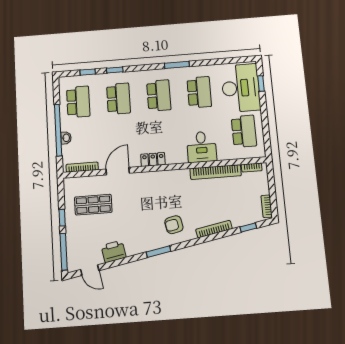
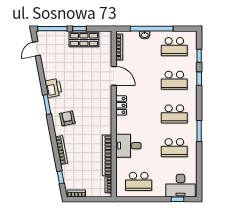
desk: (241, 88) -> (180, 186), width x0.73, depth x0.77
shop shelf: (93, 205) -> (84, 40), moved, turned 90
printer: (114, 251) -> (53, 88), moved

